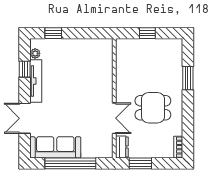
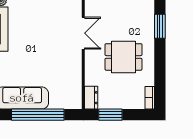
double door: (114, 118) -> (83, 33), moved

